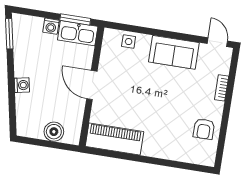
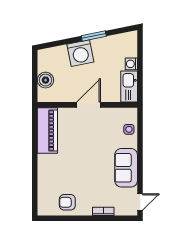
window: (75, 19) -> (140, 83), removed
window: (9, 34) -> (94, 36), moved
washing machine: (22, 85) -> (80, 53), width x1.89, depth x1.89

